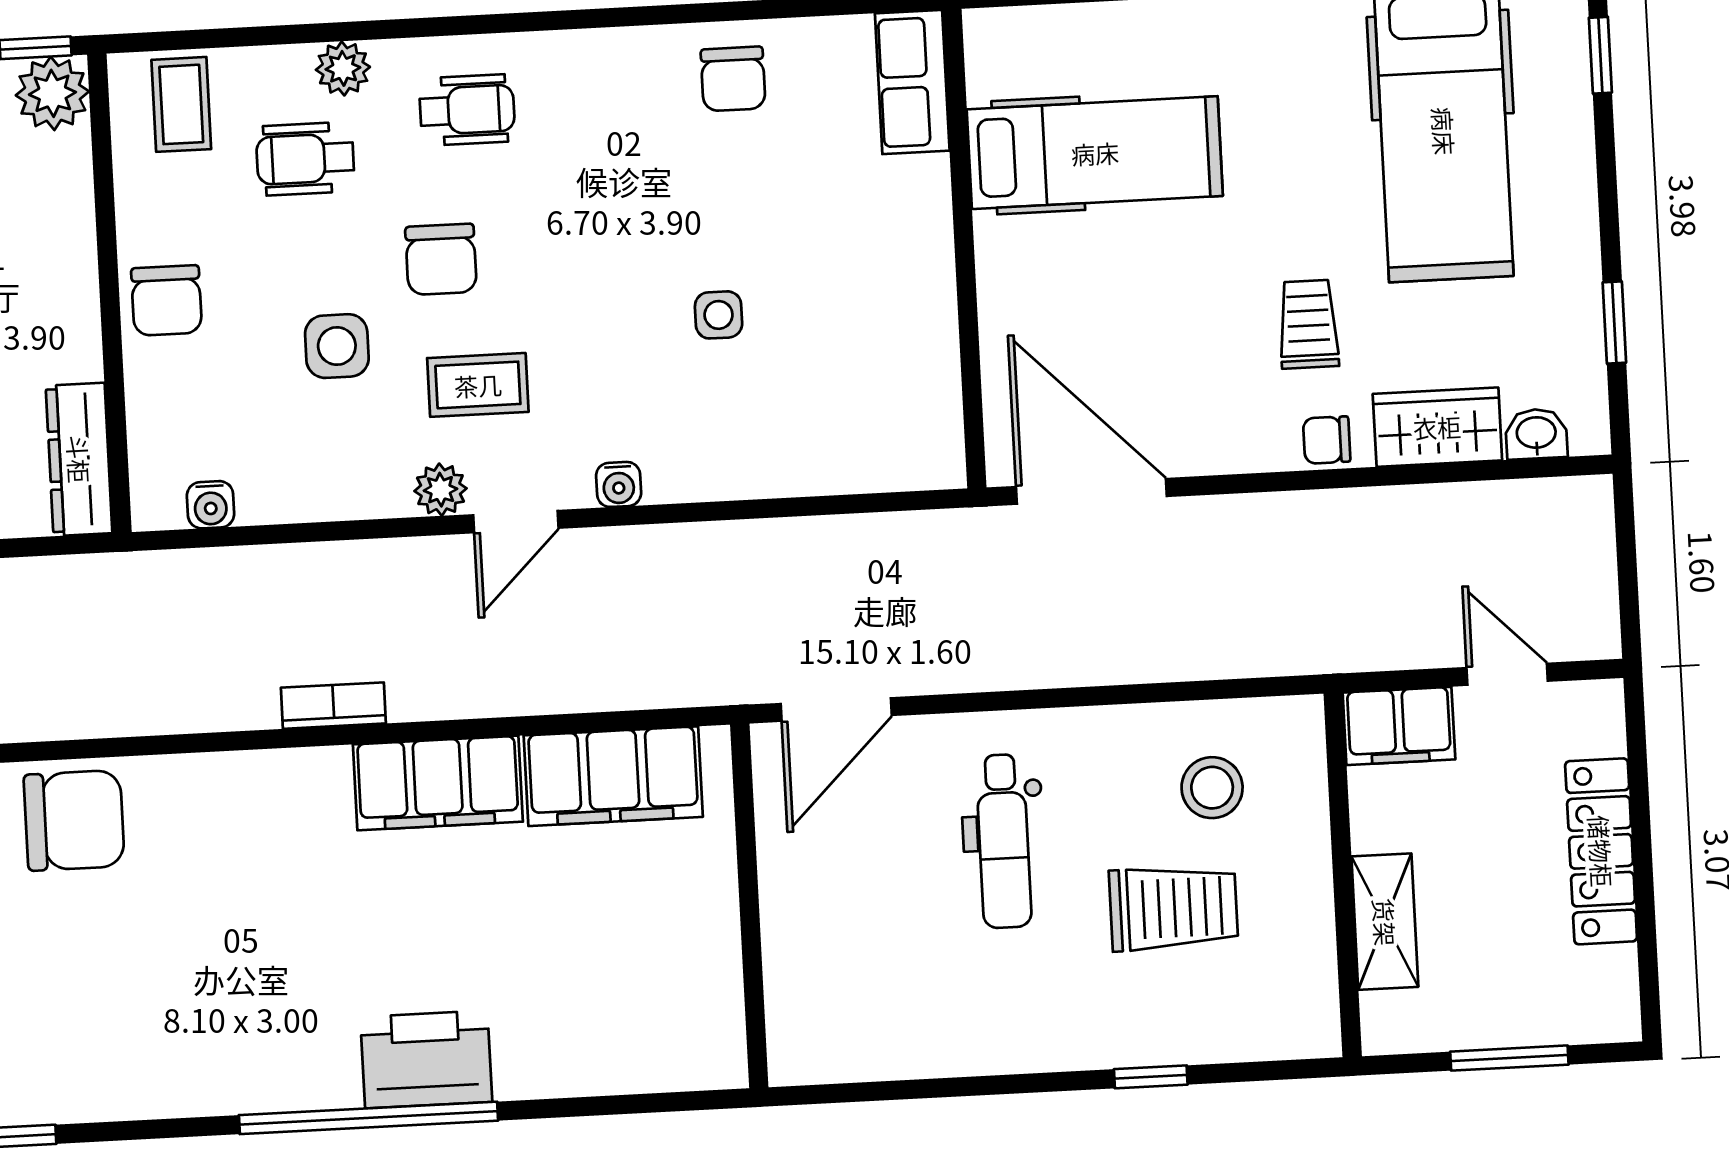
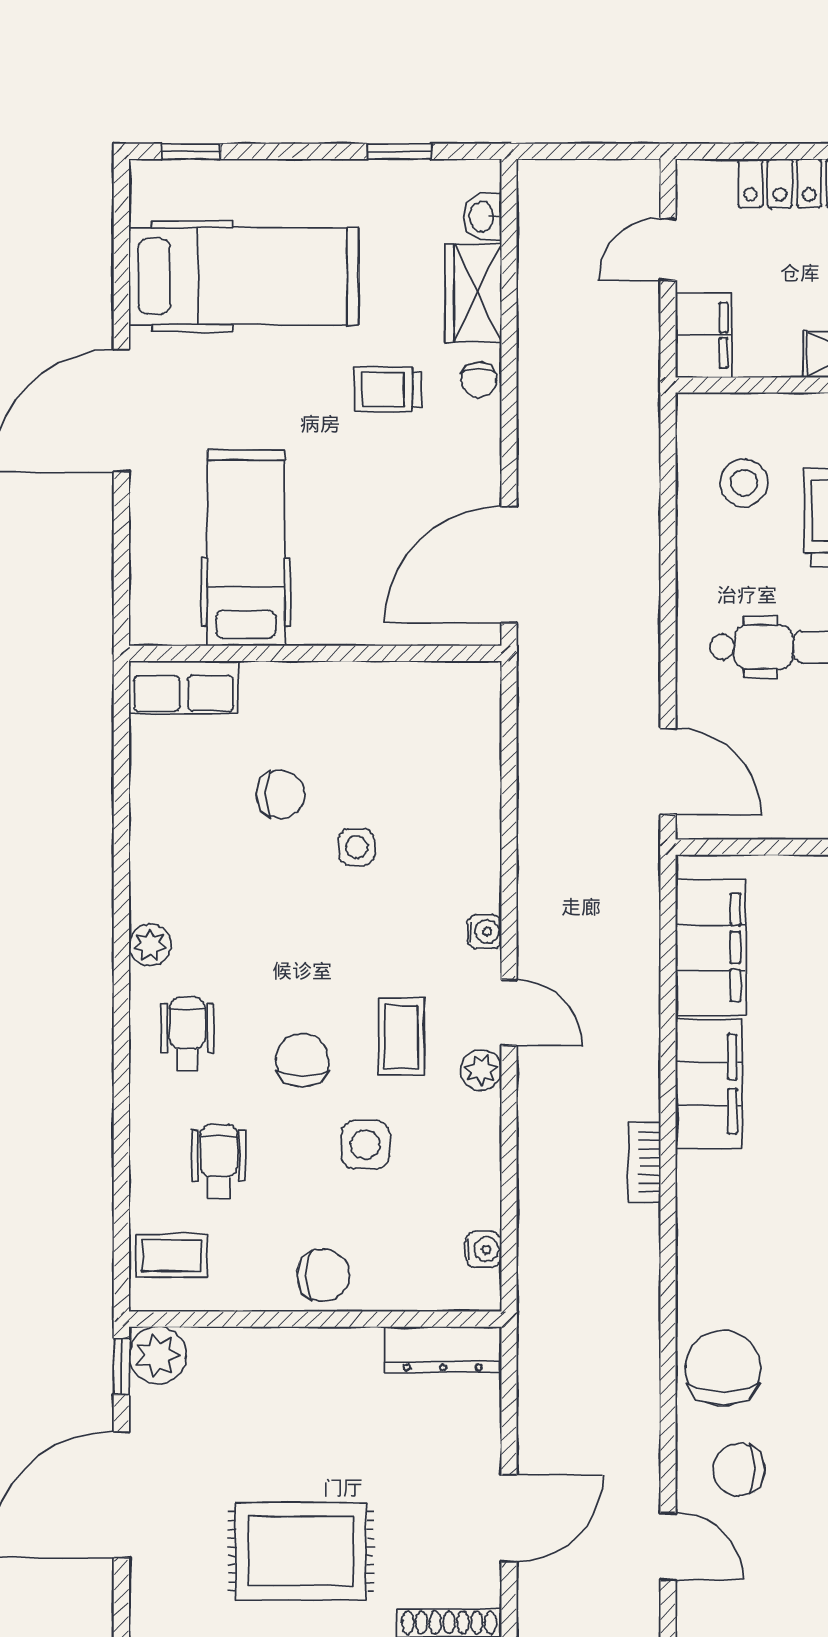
plant: (343, 68) -> (150, 945), moved
chair: (733, 79) -> (281, 794), moved
wheelchair: (305, 159) -> (219, 1162), turned 180
chair: (441, 259) -> (302, 1060), turned -90

